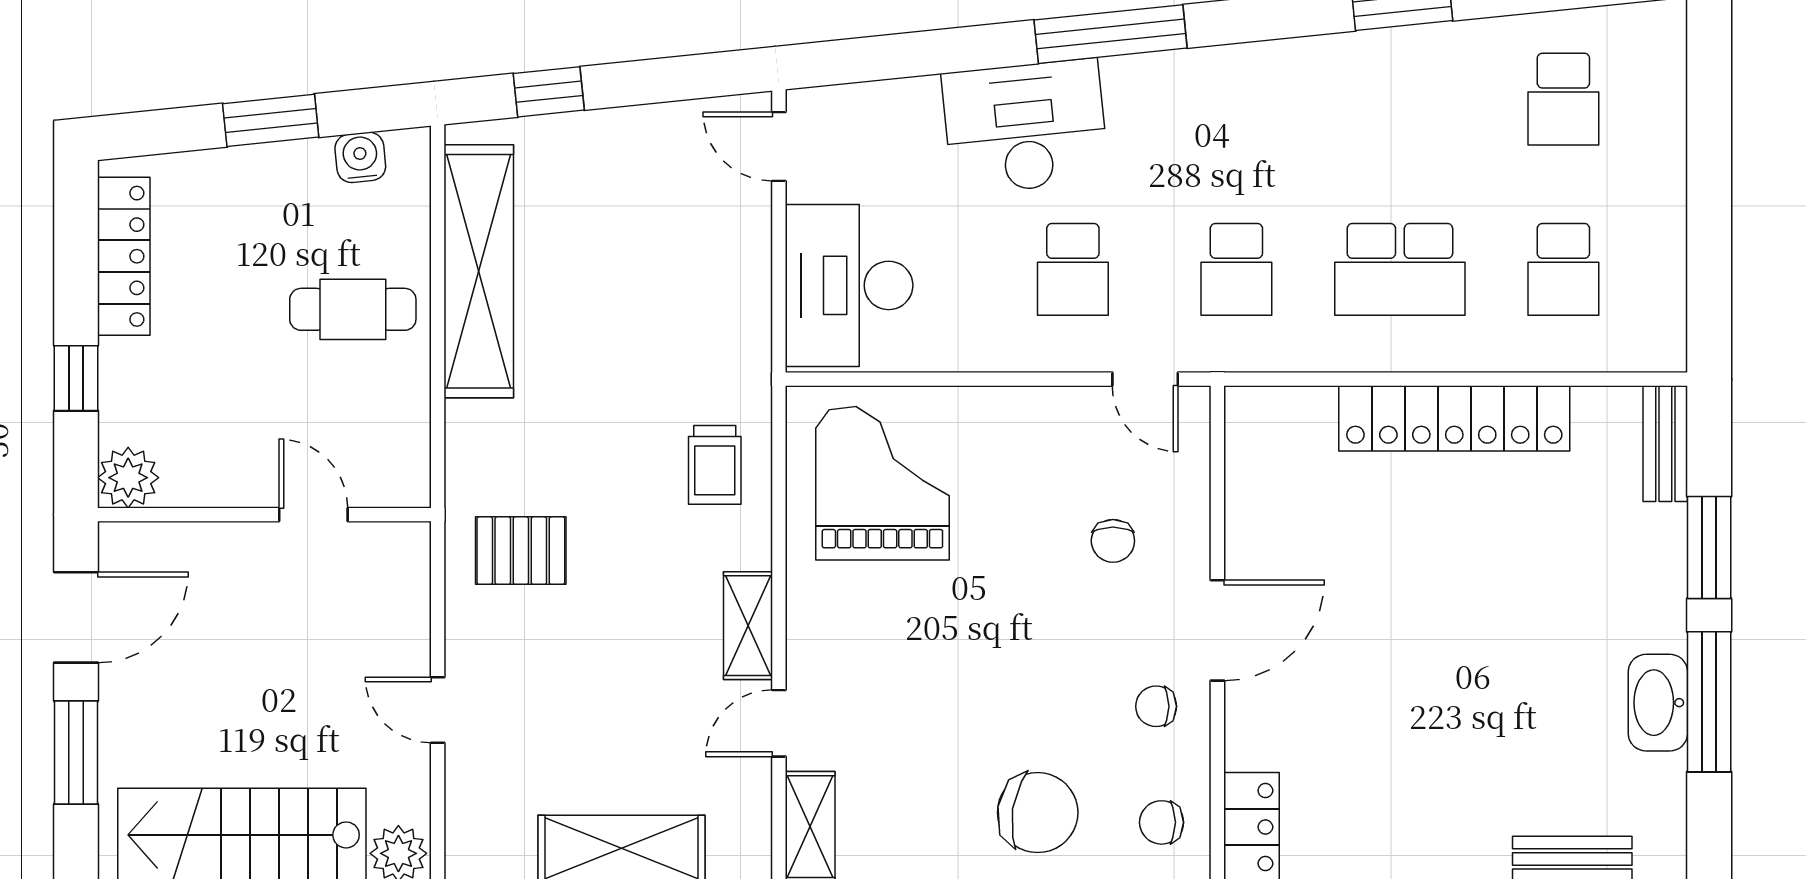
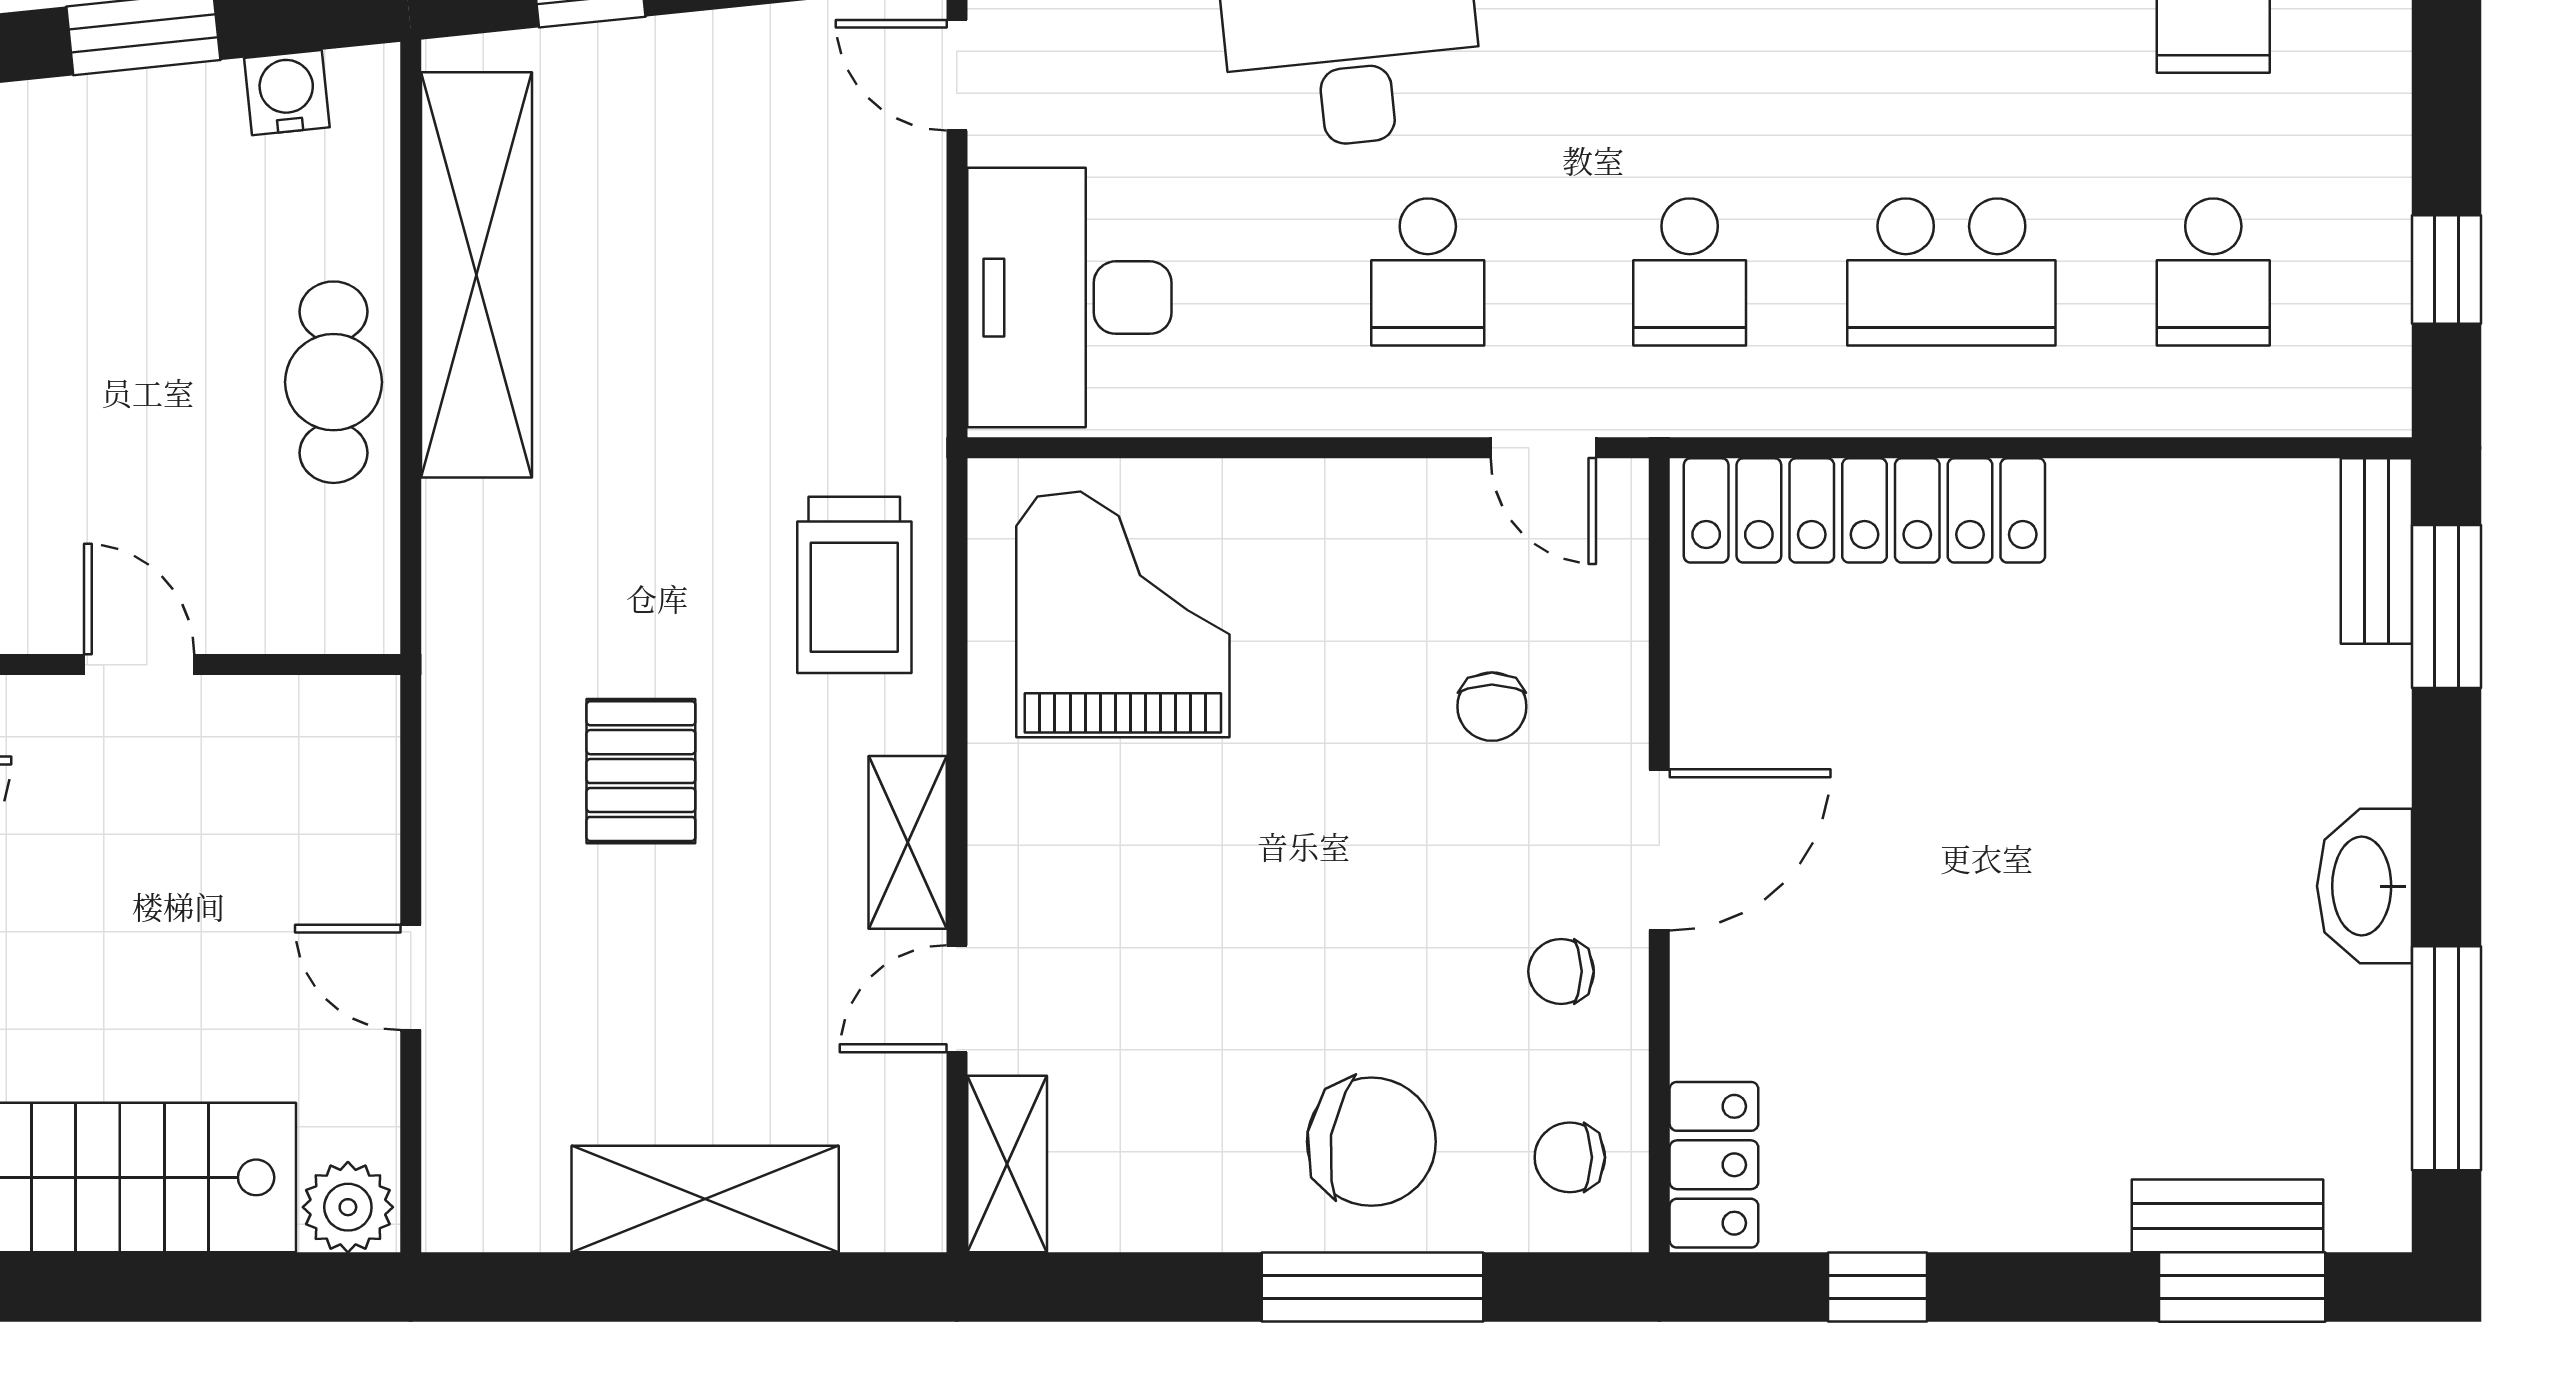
window: (1709, 268) -> (2447, 269), added
cafe table: (353, 309) -> (334, 382), moved, turned 90
locker: (1454, 418) -> (1864, 510), moved
trolley: (715, 465) -> (854, 585), width x1.36, depth x1.39
door: (313, 515) -> (139, 665), moved
window: (1709, 548) -> (2447, 606), moved
pallet: (521, 551) -> (641, 771), moved, turned 90
window: (1709, 702) -> (2447, 1058), moved
washbasin: (1658, 703) -> (2365, 886), moved

